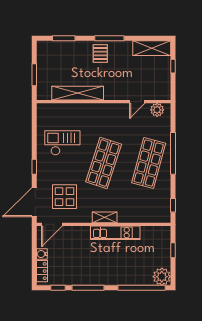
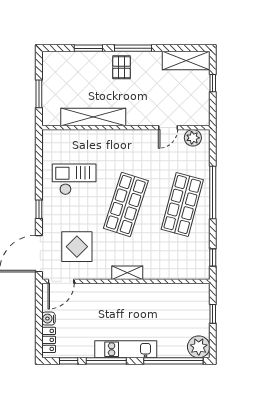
window: (64, 38) -> (88, 48), moved
kitchen unit: (115, 233) -> (126, 349), moved, turned 180

